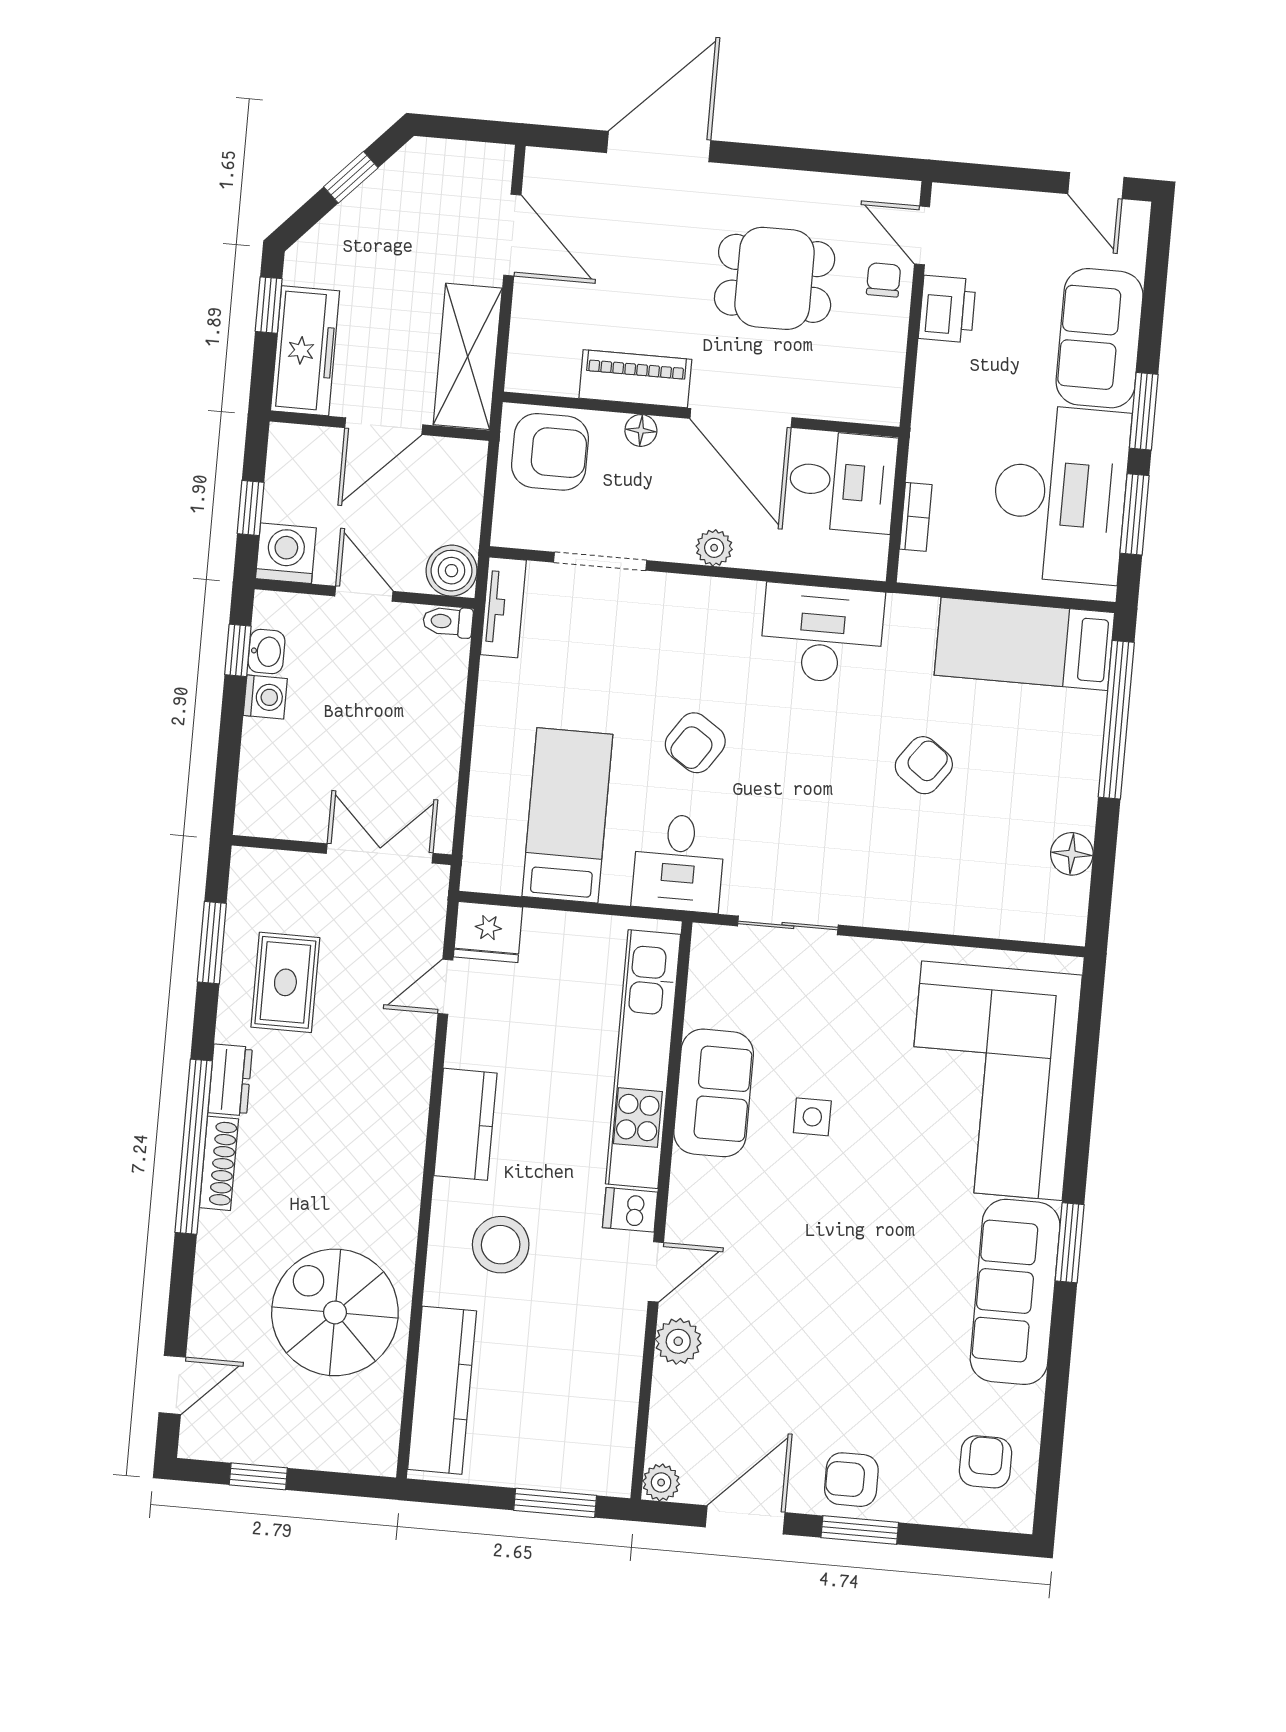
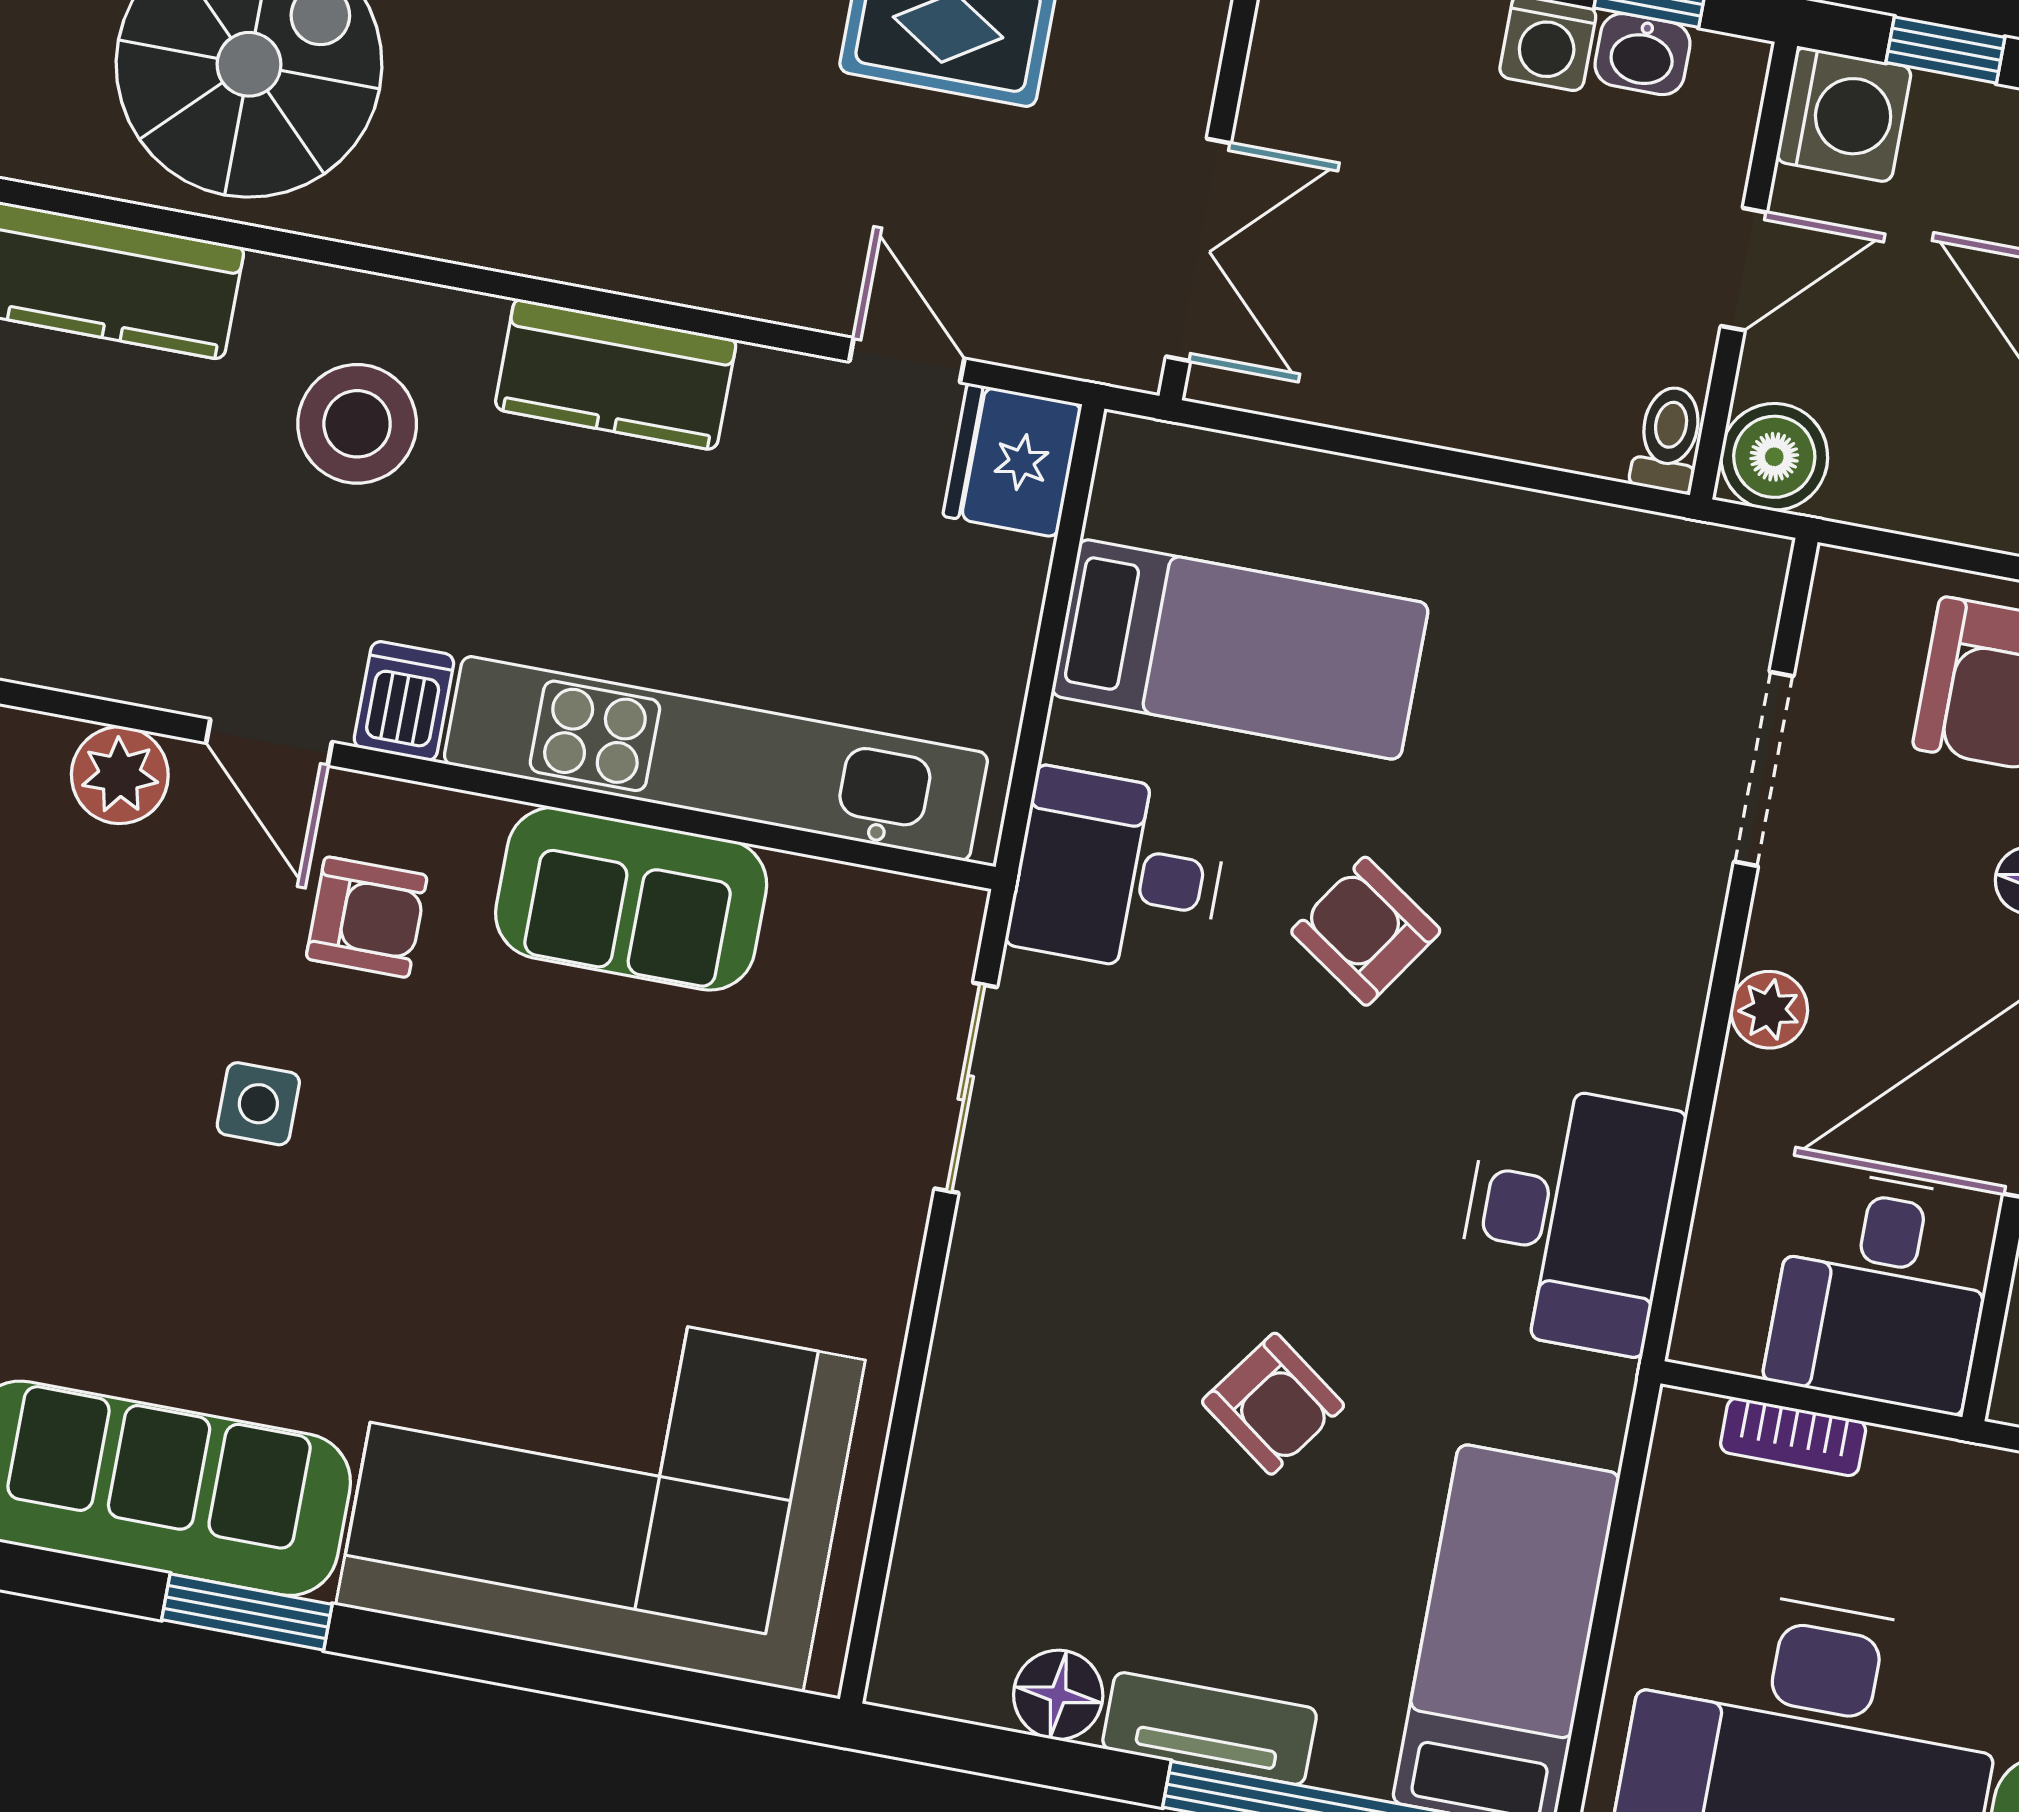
tv unit: (503, 607) -> (1210, 1728), moved, turned 180
side table: (812, 1117) -> (258, 1104), moved
armchair: (734, 1218) -> (367, 917), added

